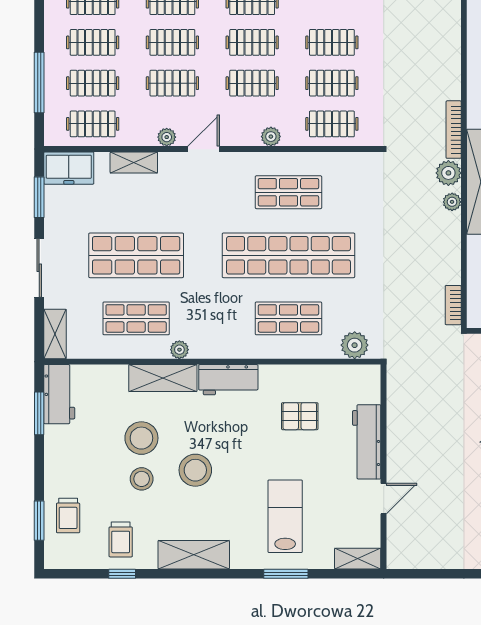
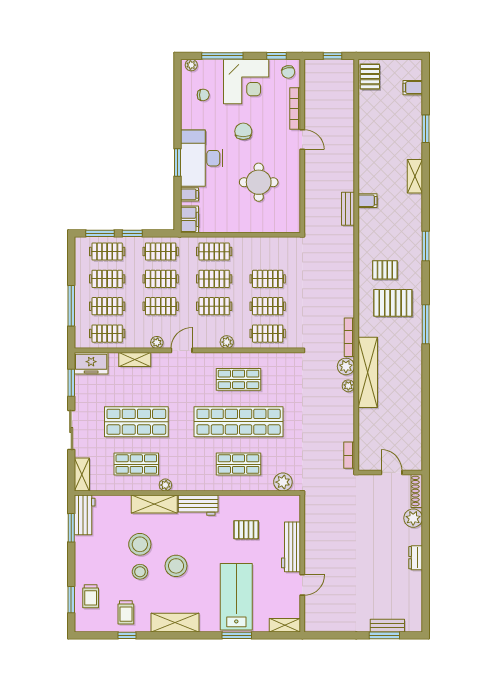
lab bench: (285, 516) -> (236, 597), width x1.36, depth x1.39

